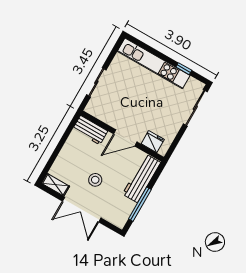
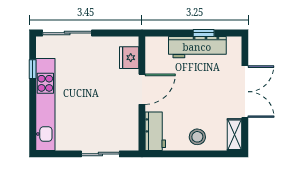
door: (125, 138) -> (142, 89), hinge flipped
workbench: (142, 178) -> (197, 47), moved
stool: (95, 180) -> (197, 137), moved
window: (140, 204) -> (204, 33), width x0.46

